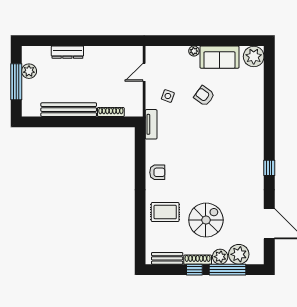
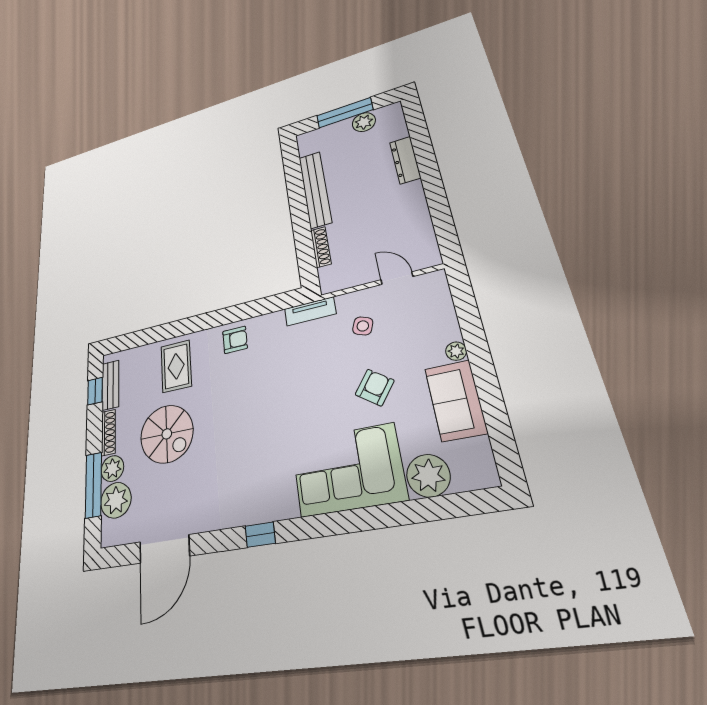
plant: (254, 57) -> (428, 476), moved
corner sofa: (244, 117) -> (348, 470), added
armchair: (157, 172) -> (235, 340), turned -90
window: (194, 270) -> (95, 391), moved

